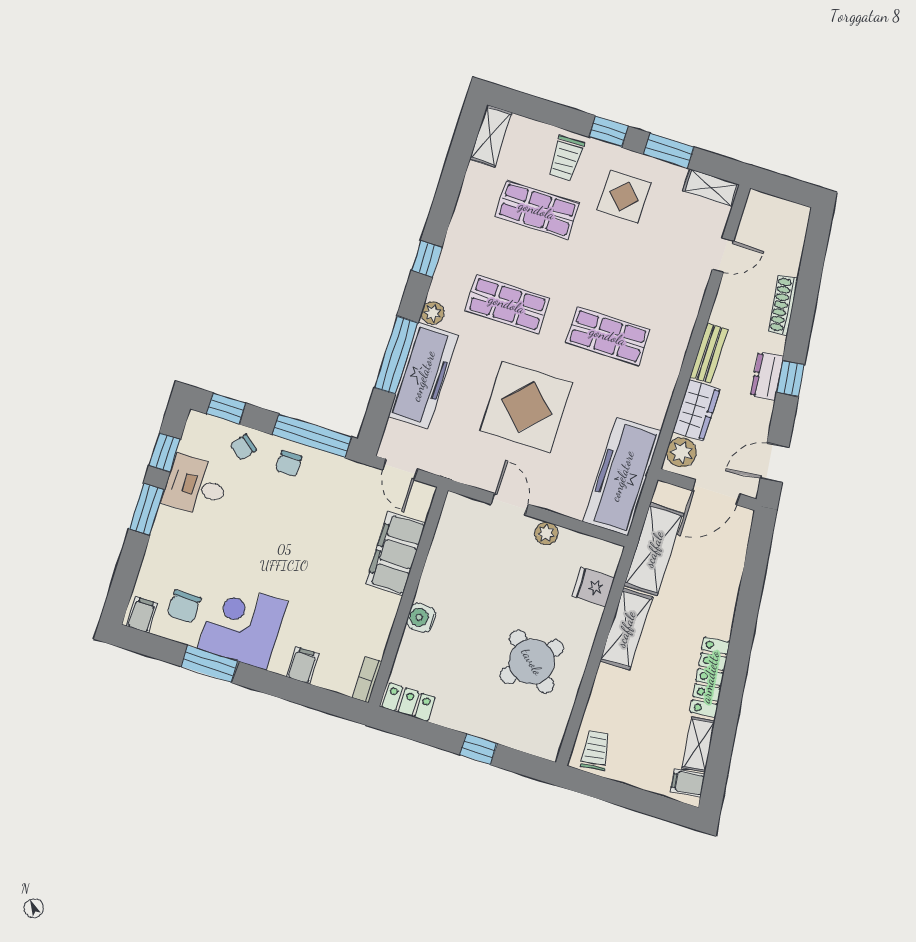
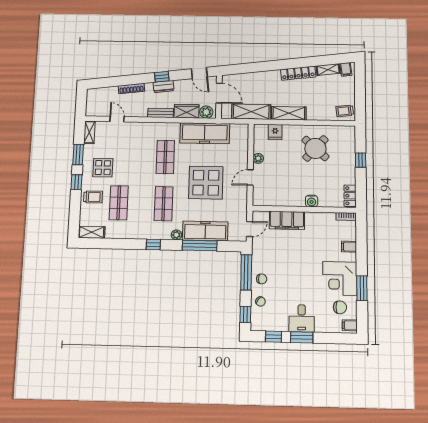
freezer: (622, 476) -> (205, 133), moved
desk: (196, 486) -> (302, 318), moved

